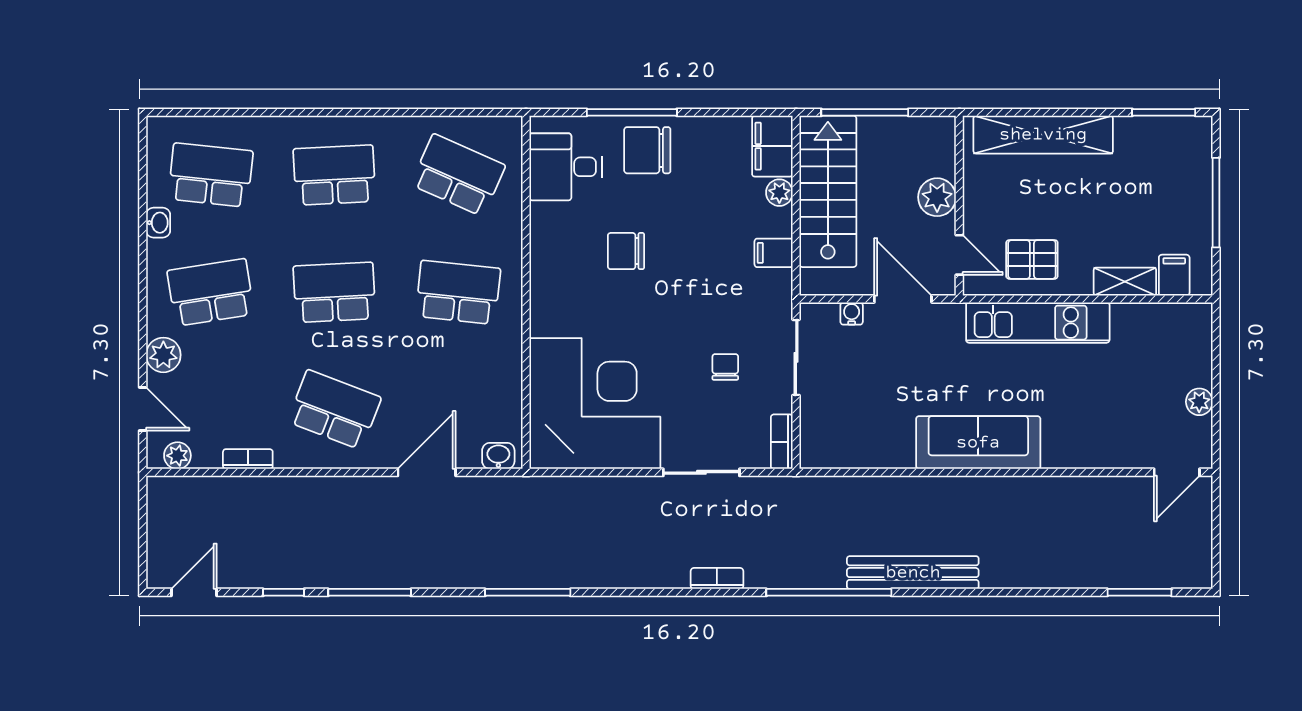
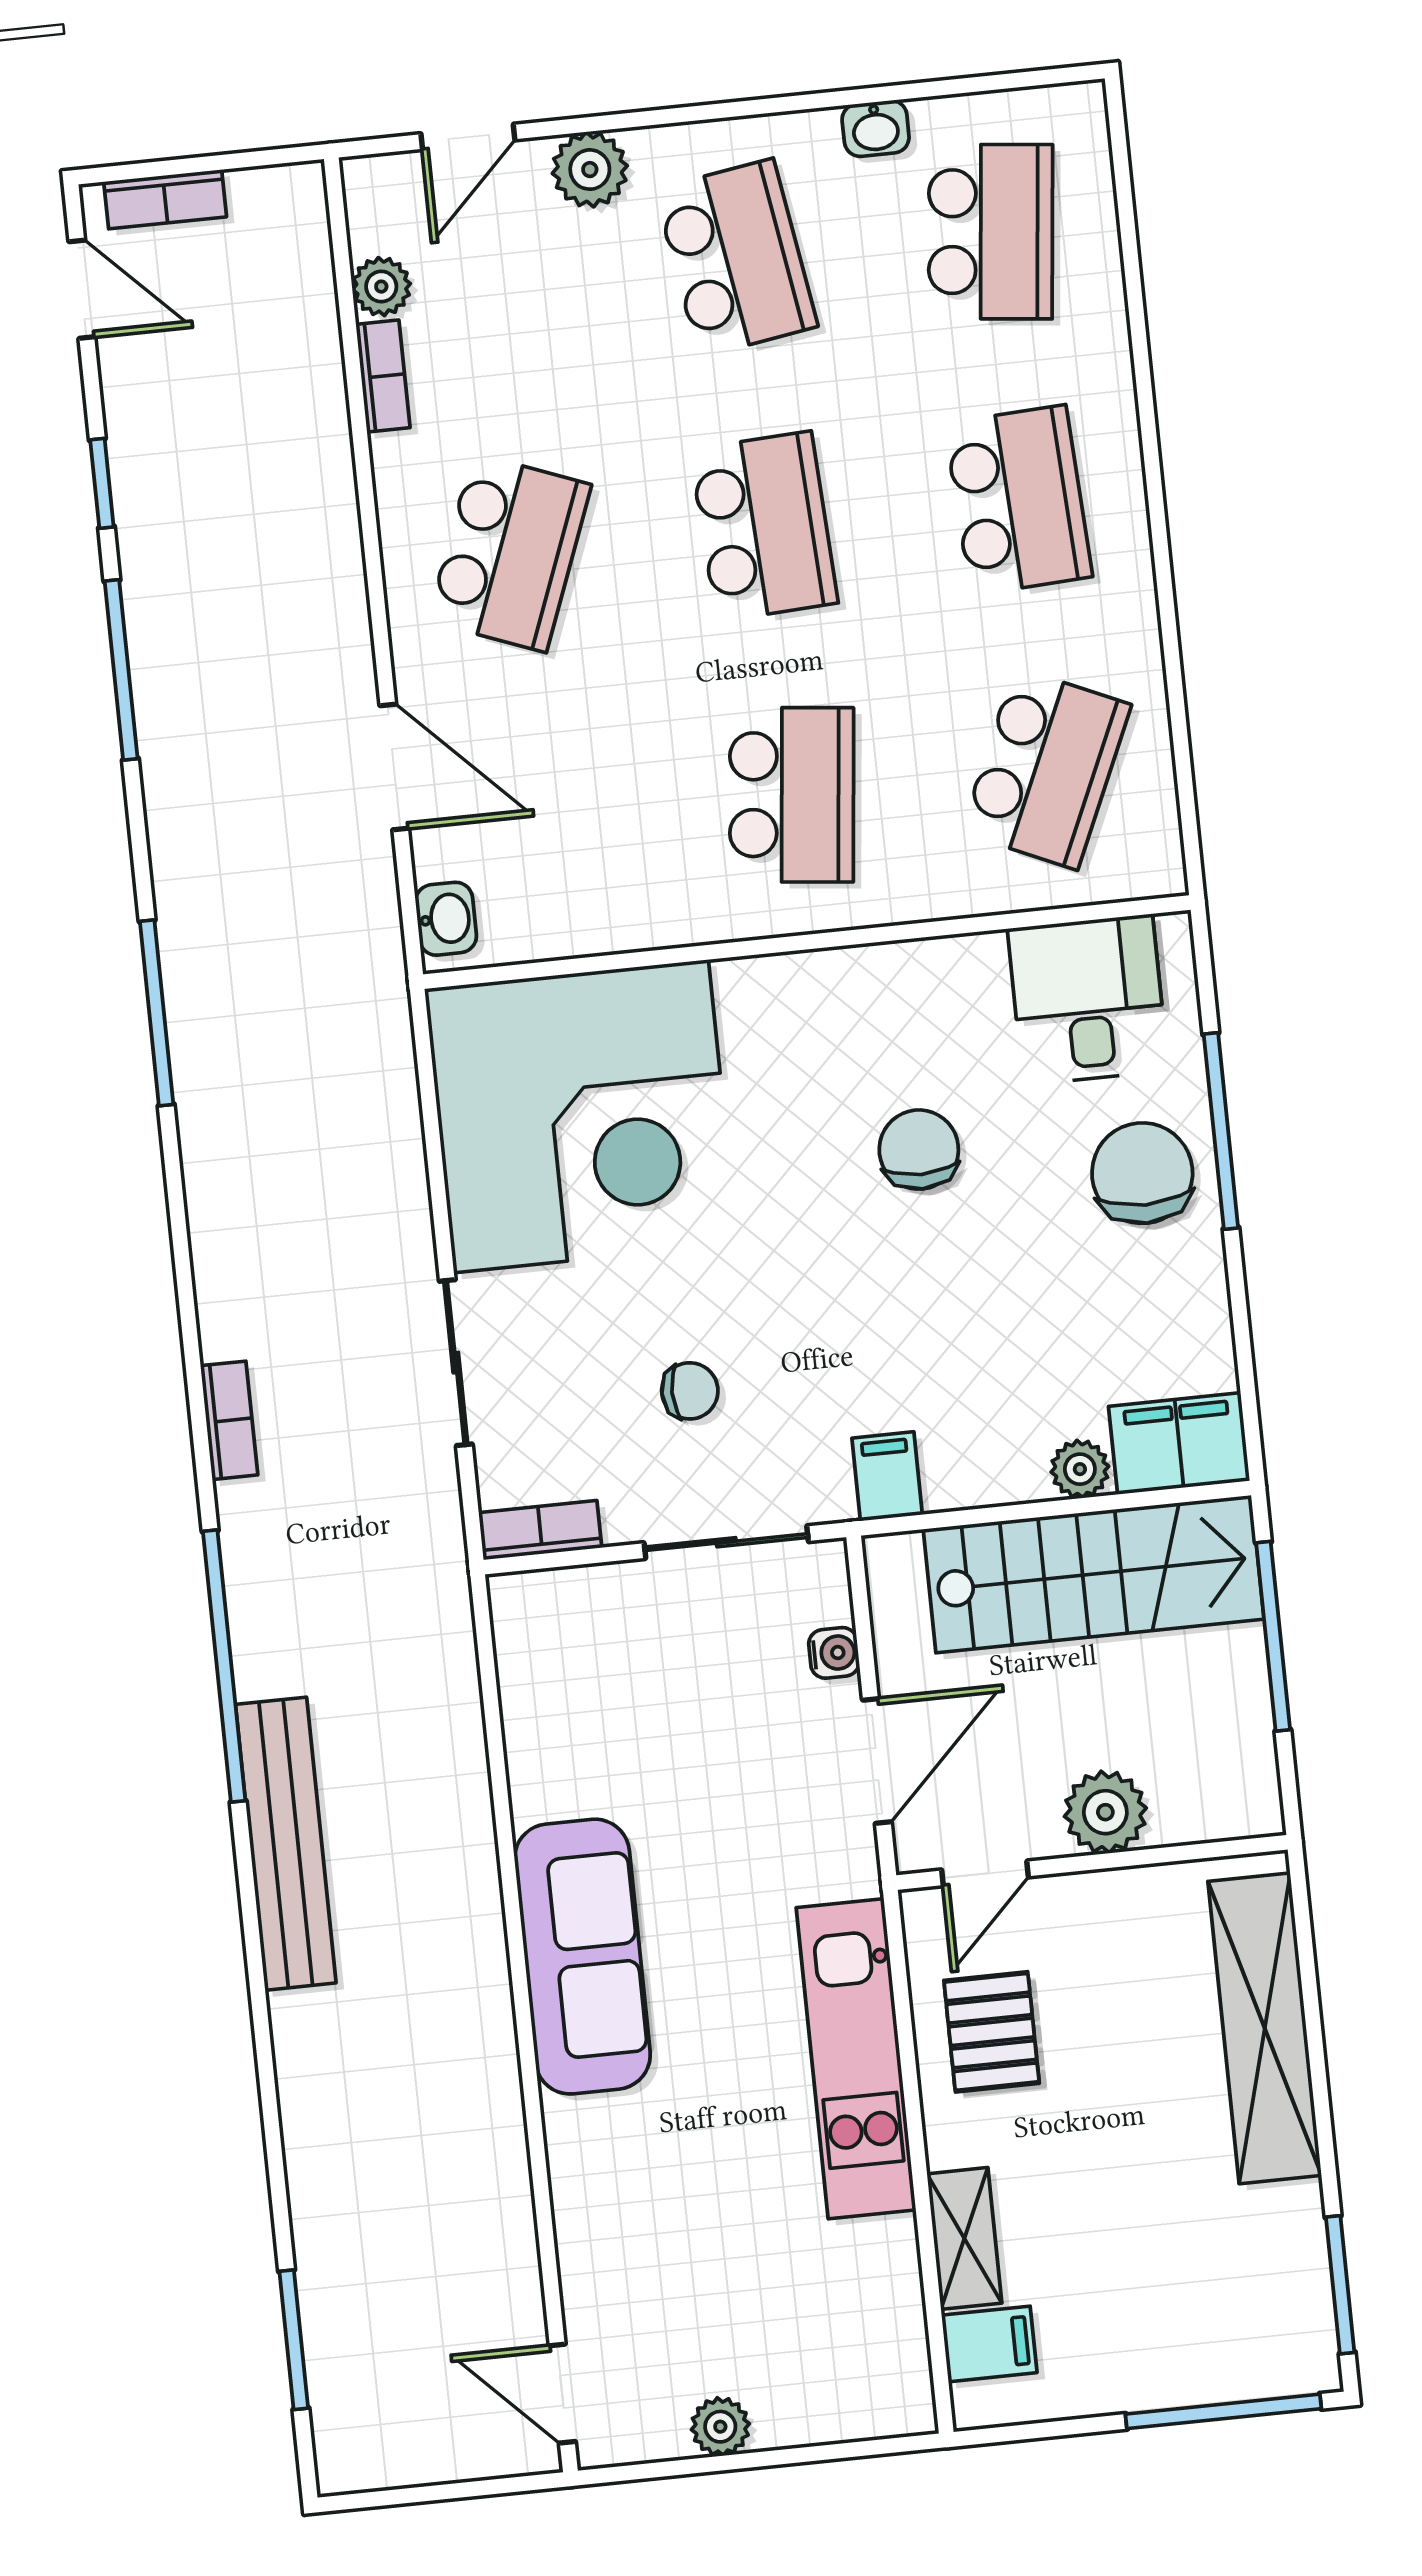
window: (1216, 203) -> (1223, 2411), moved
filing cabinet: (774, 253) -> (887, 1476), moved
plant: (177, 456) -> (381, 287), moved
bookcase: (157, 550) -> (165, 199), added

